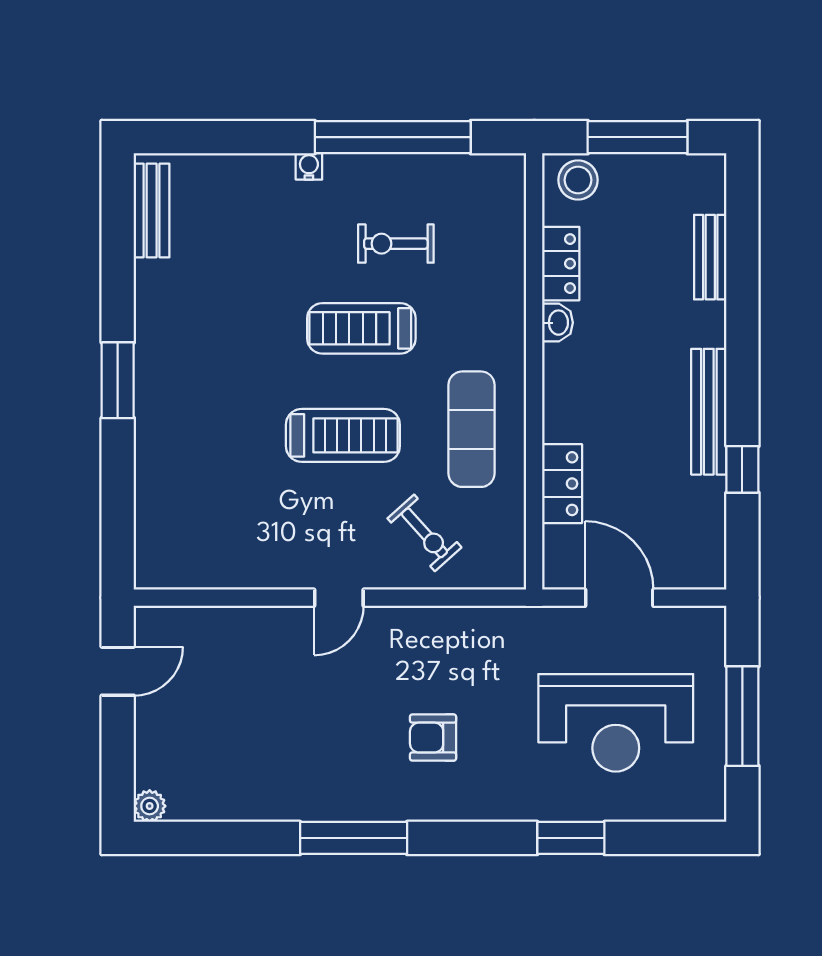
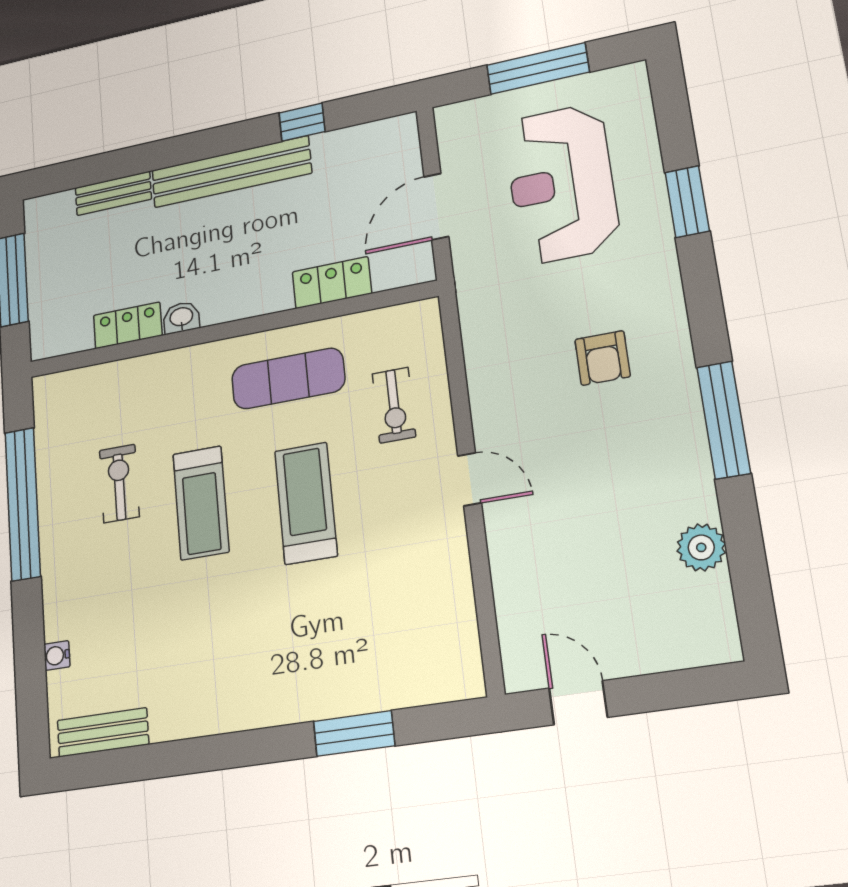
water cooler: (309, 166) -> (57, 655), moved
stool: (578, 180) -> (52, 325), removed
exercise bike: (396, 244) -> (119, 483), turned 180
window: (118, 380) -> (354, 734), moved
bench: (709, 412) -> (231, 172), width x1.37, depth x1.21
exercise bike: (424, 533) -> (394, 405), turned 132
reception desk: (616, 723) -> (561, 184), turned 180
plant: (150, 806) -> (701, 547), moved, width x1.38, depth x1.38

